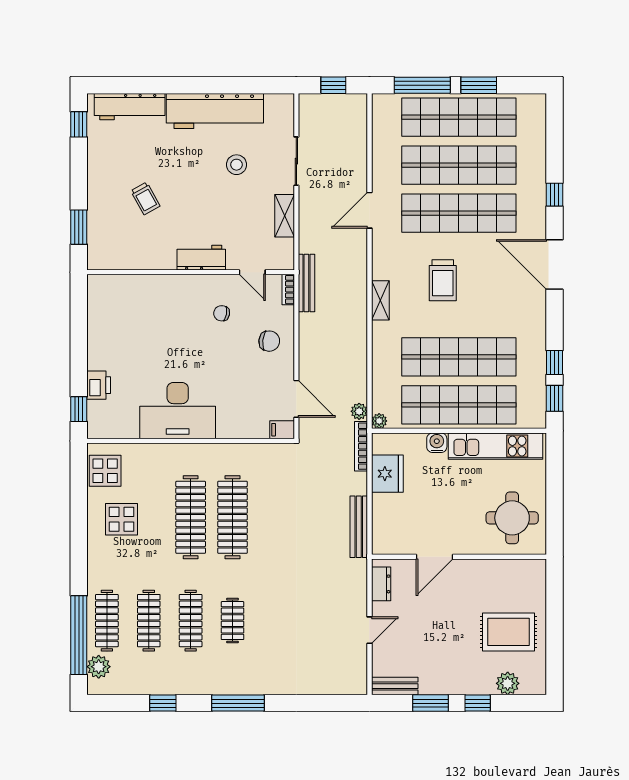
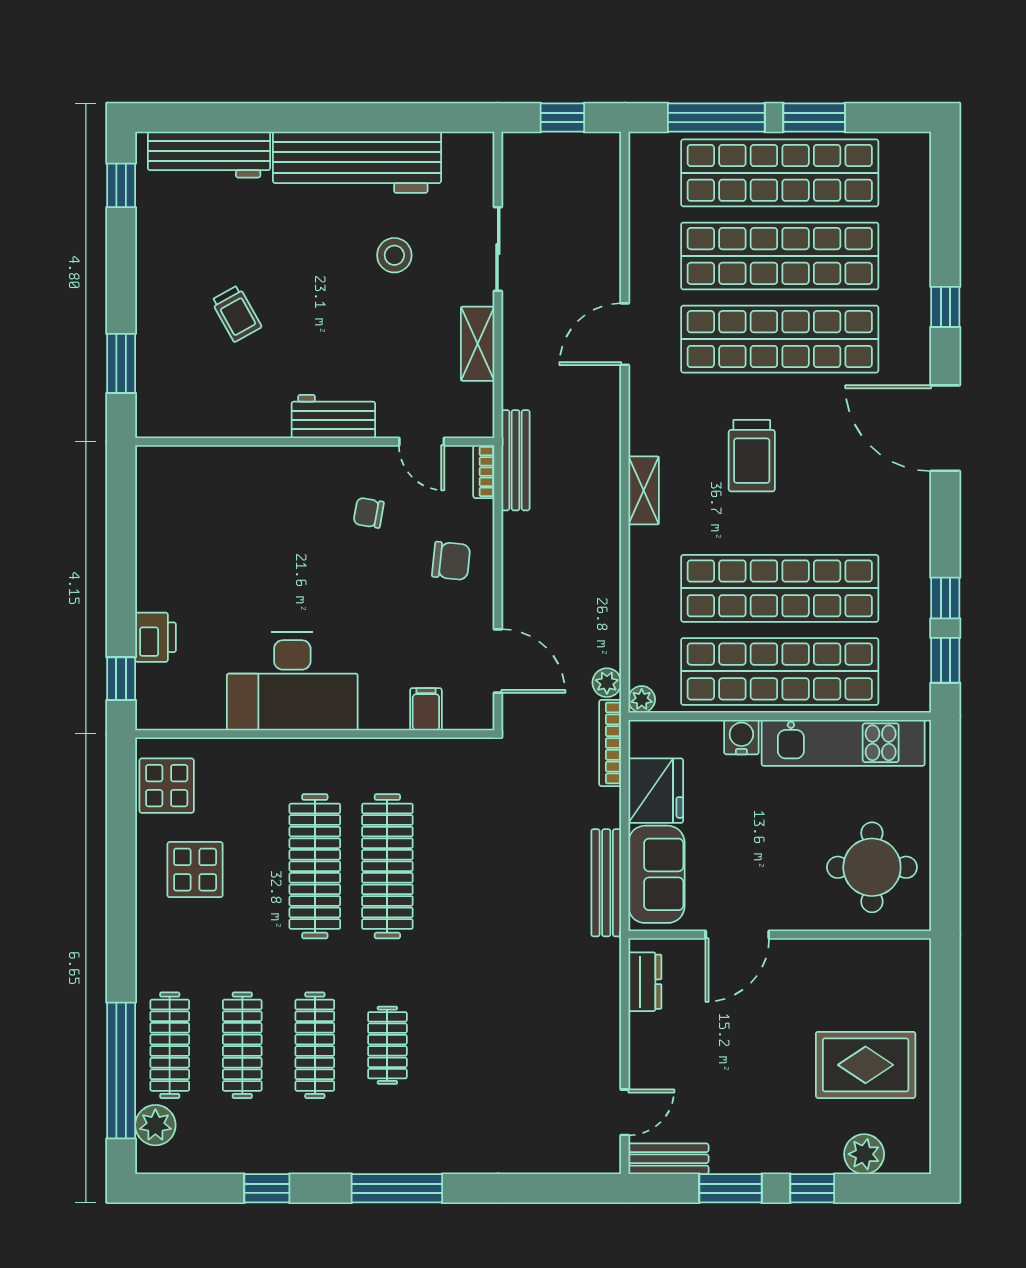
filing cabinet: (282, 430) -> (426, 709), moved, turned 90
sofa: (388, 522) -> (656, 874), added
door: (369, 630) -> (625, 1112), moved

